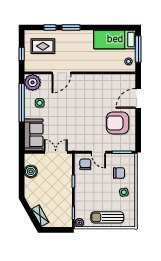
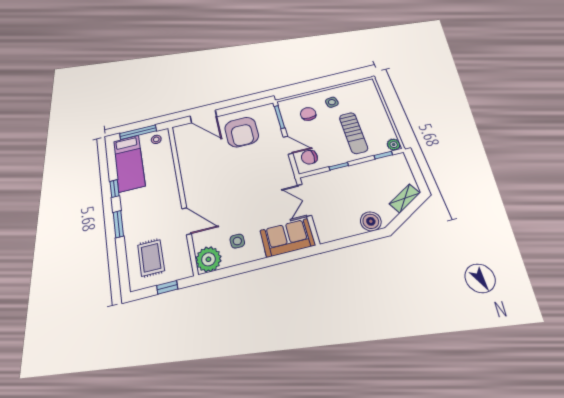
window: (50, 27) -> (115, 188), moved
window: (22, 103) -> (243, 268), removed
door: (98, 152) -> (288, 145), hinge flipped
boiler: (31, 171) -> (371, 221), moved
sun lounger: (107, 217) -> (353, 133), moved

